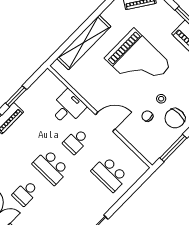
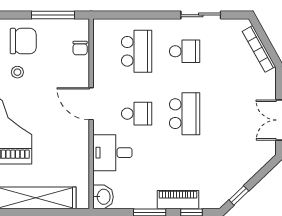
washbasin: (49, 79) -> (103, 197), added
chair: (147, 116) -> (80, 48), moved
school desk: (25, 193) -> (185, 51), moved

